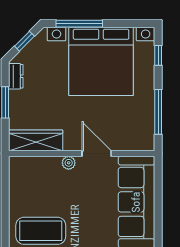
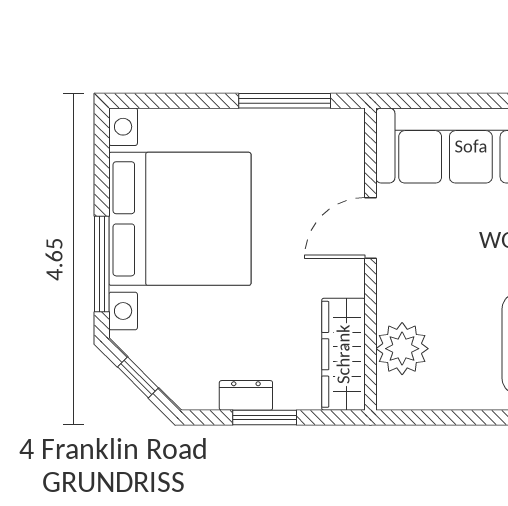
window: (158, 55) -> (167, 101), removed
dresser: (16, 76) -> (246, 395), moved
plant: (69, 163) -> (402, 349), moved, width x1.88, depth x1.88

